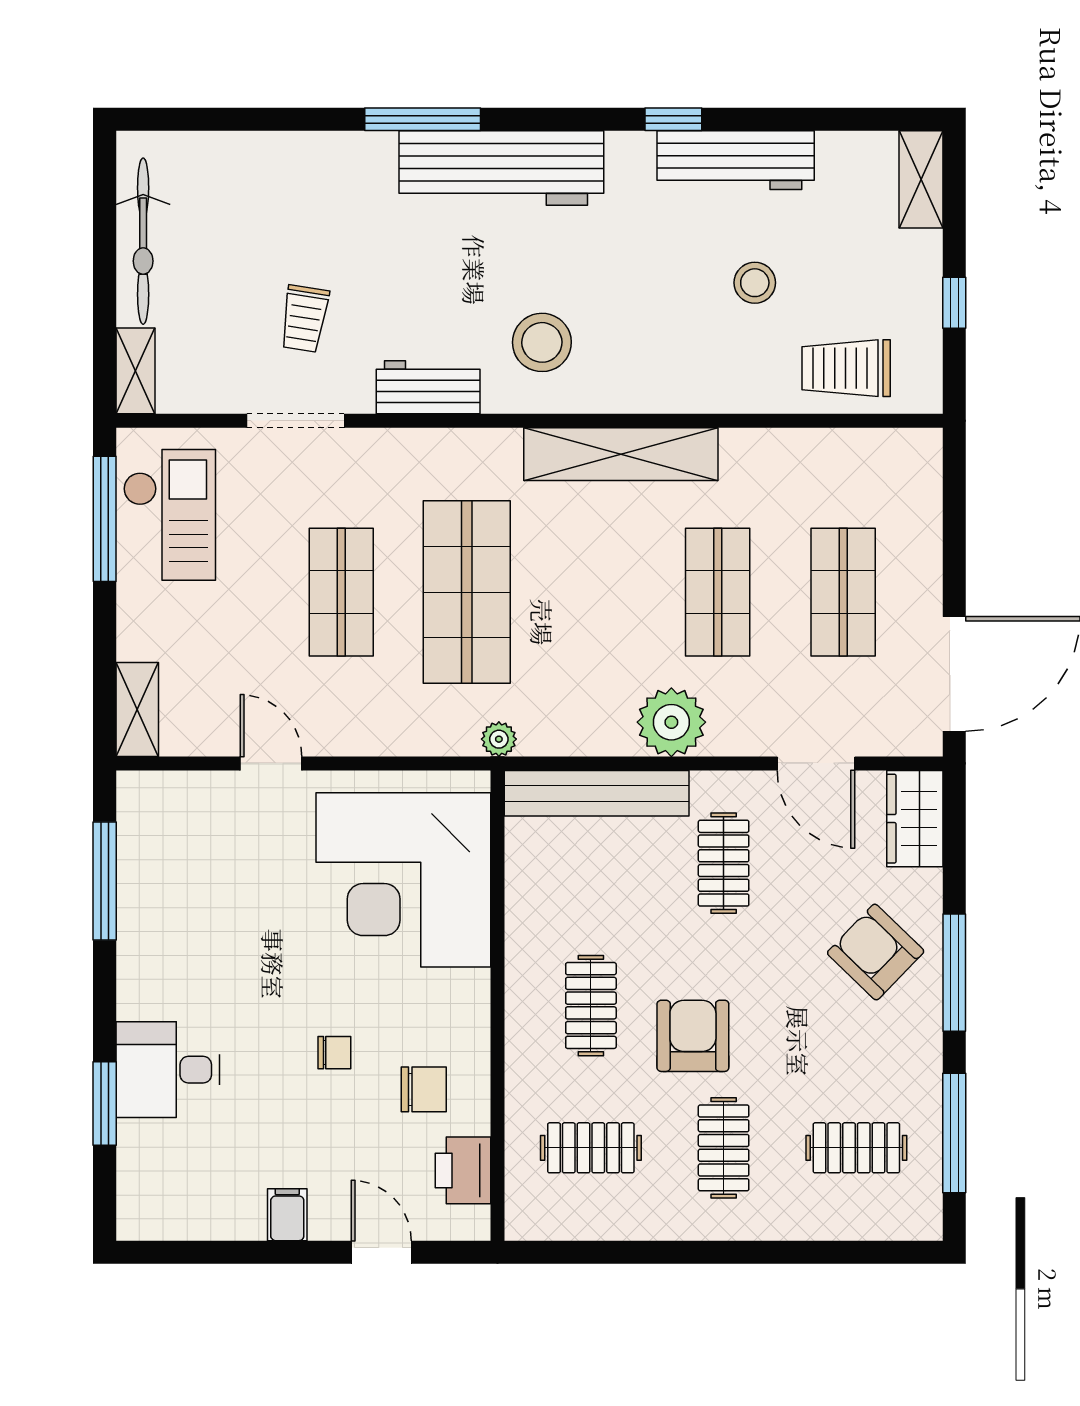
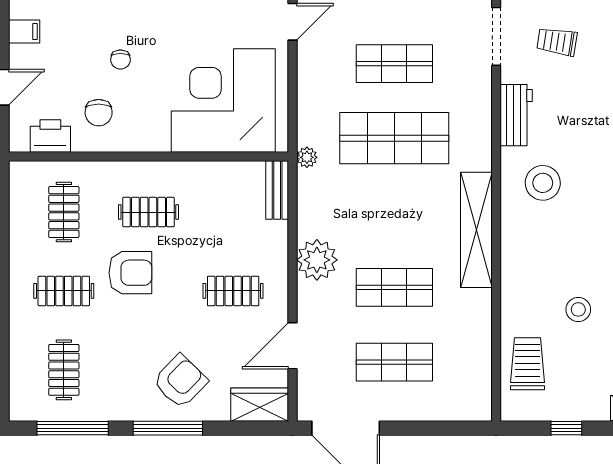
bench: (597, 793) -> (277, 190), width x0.54, depth x0.82

